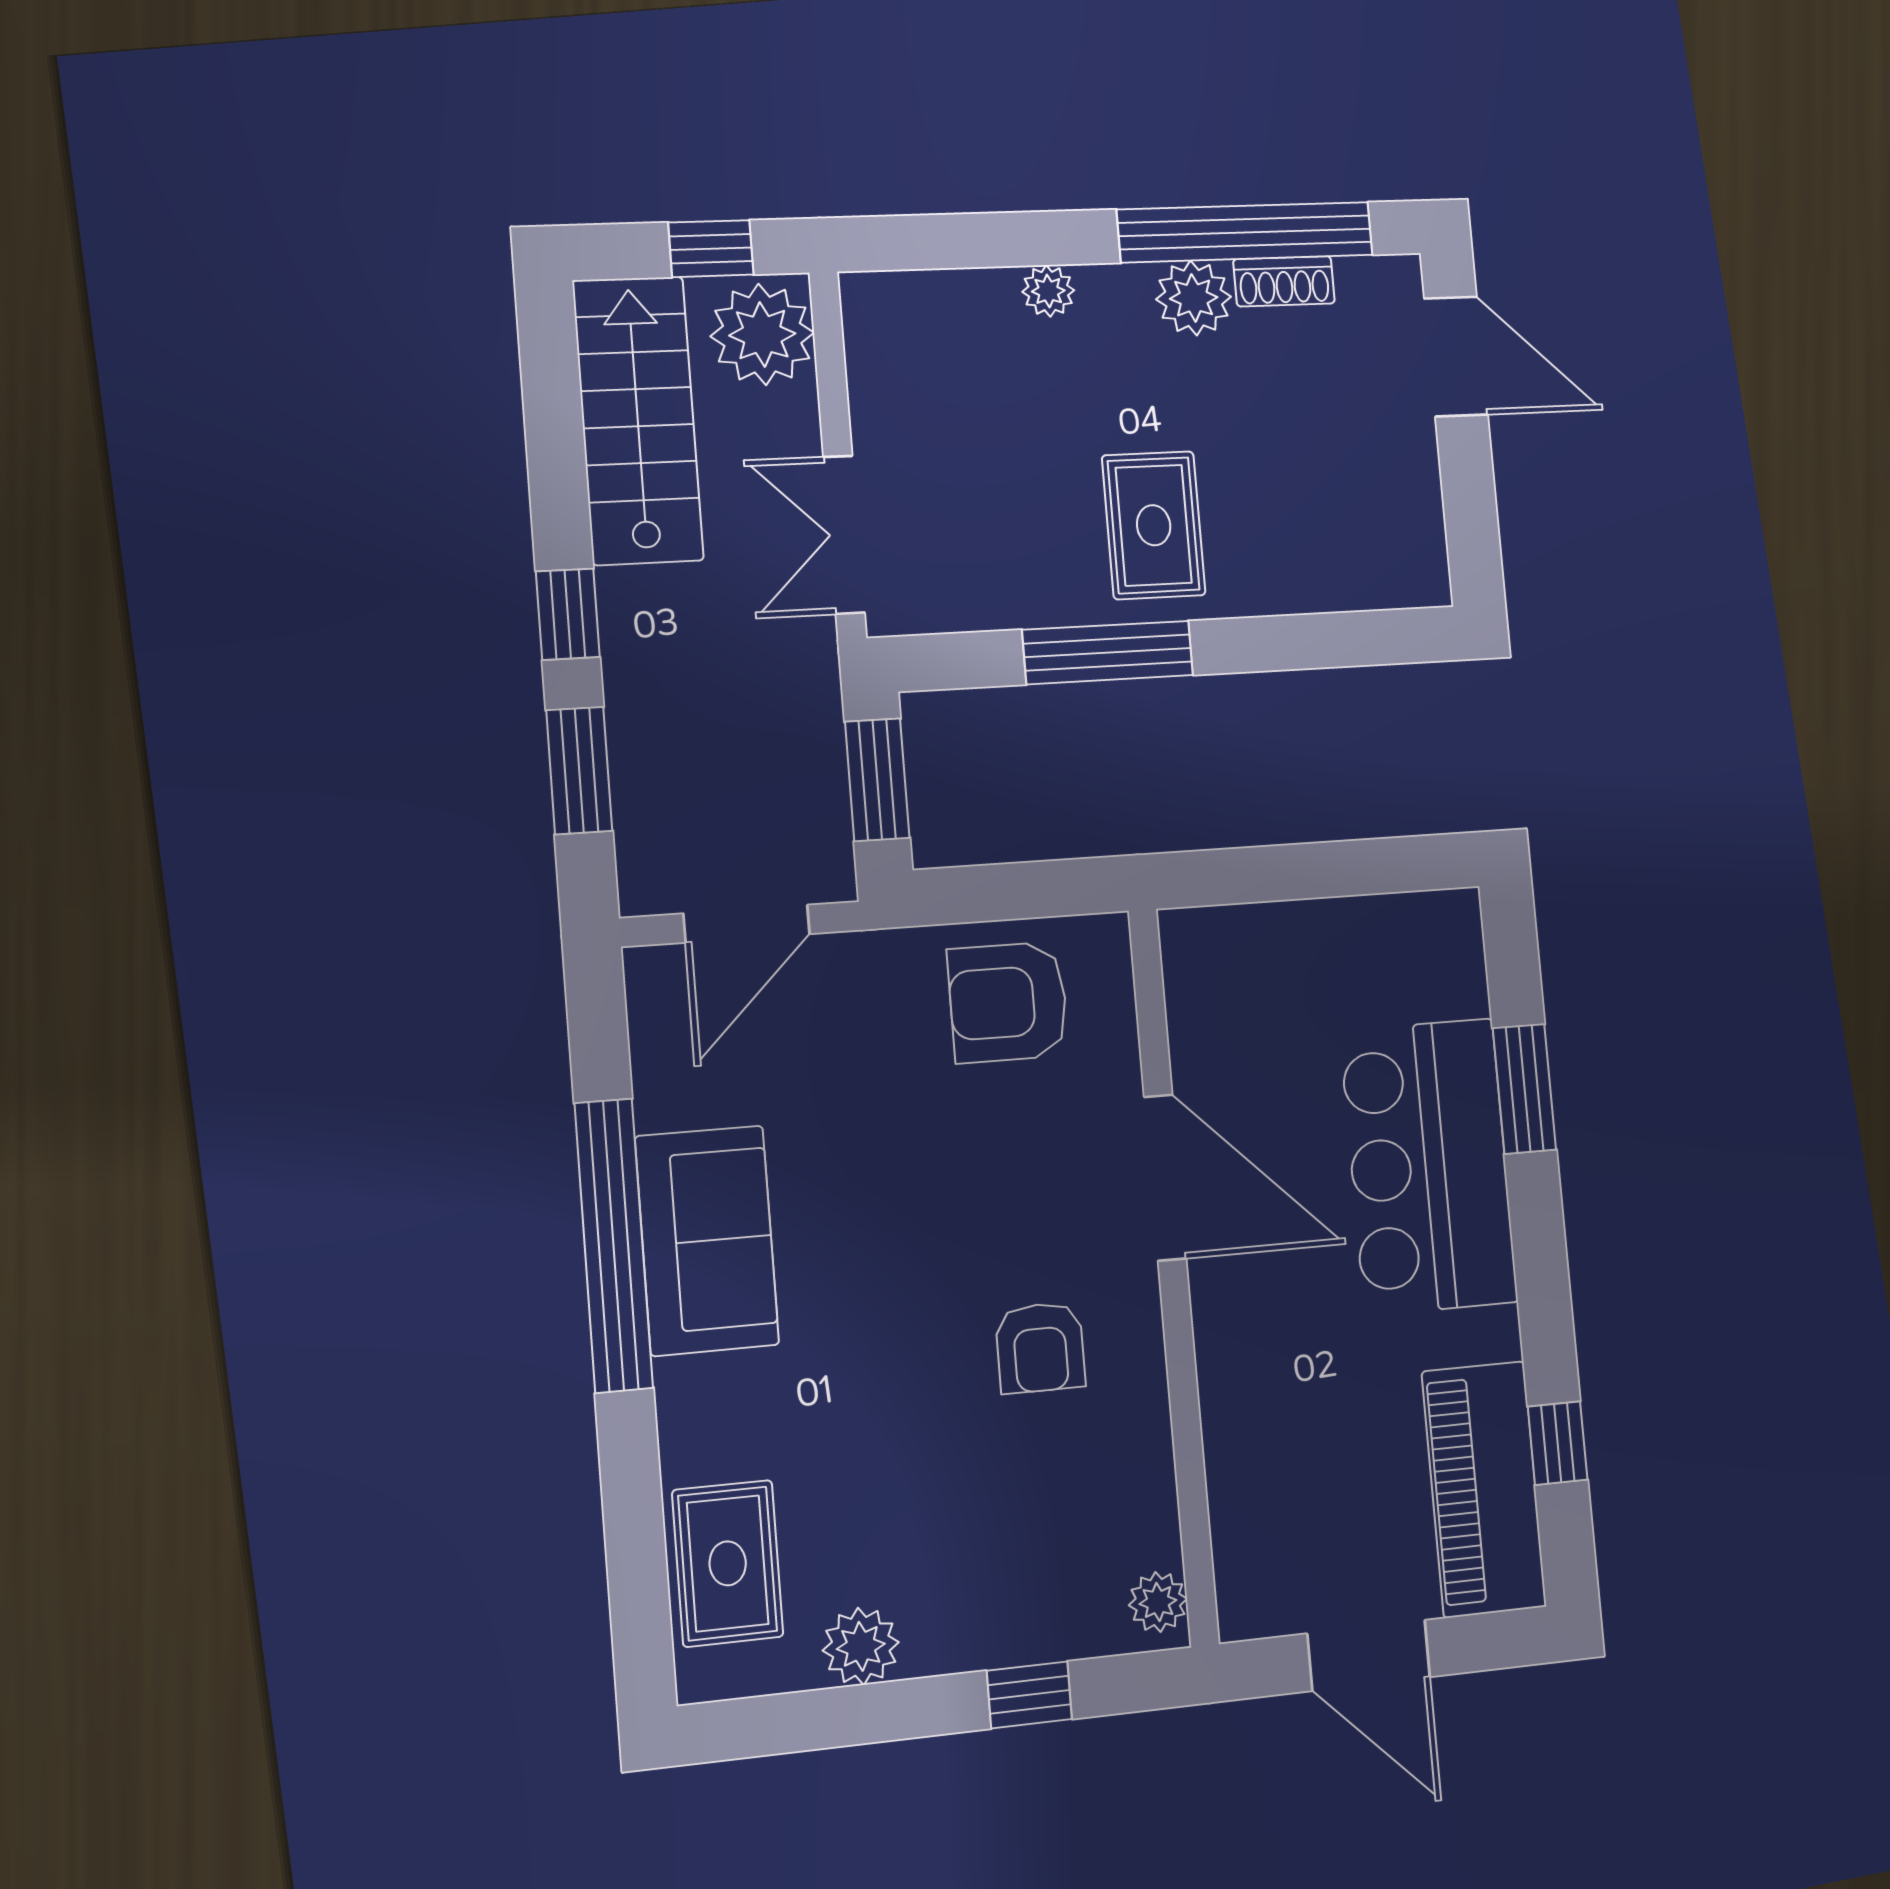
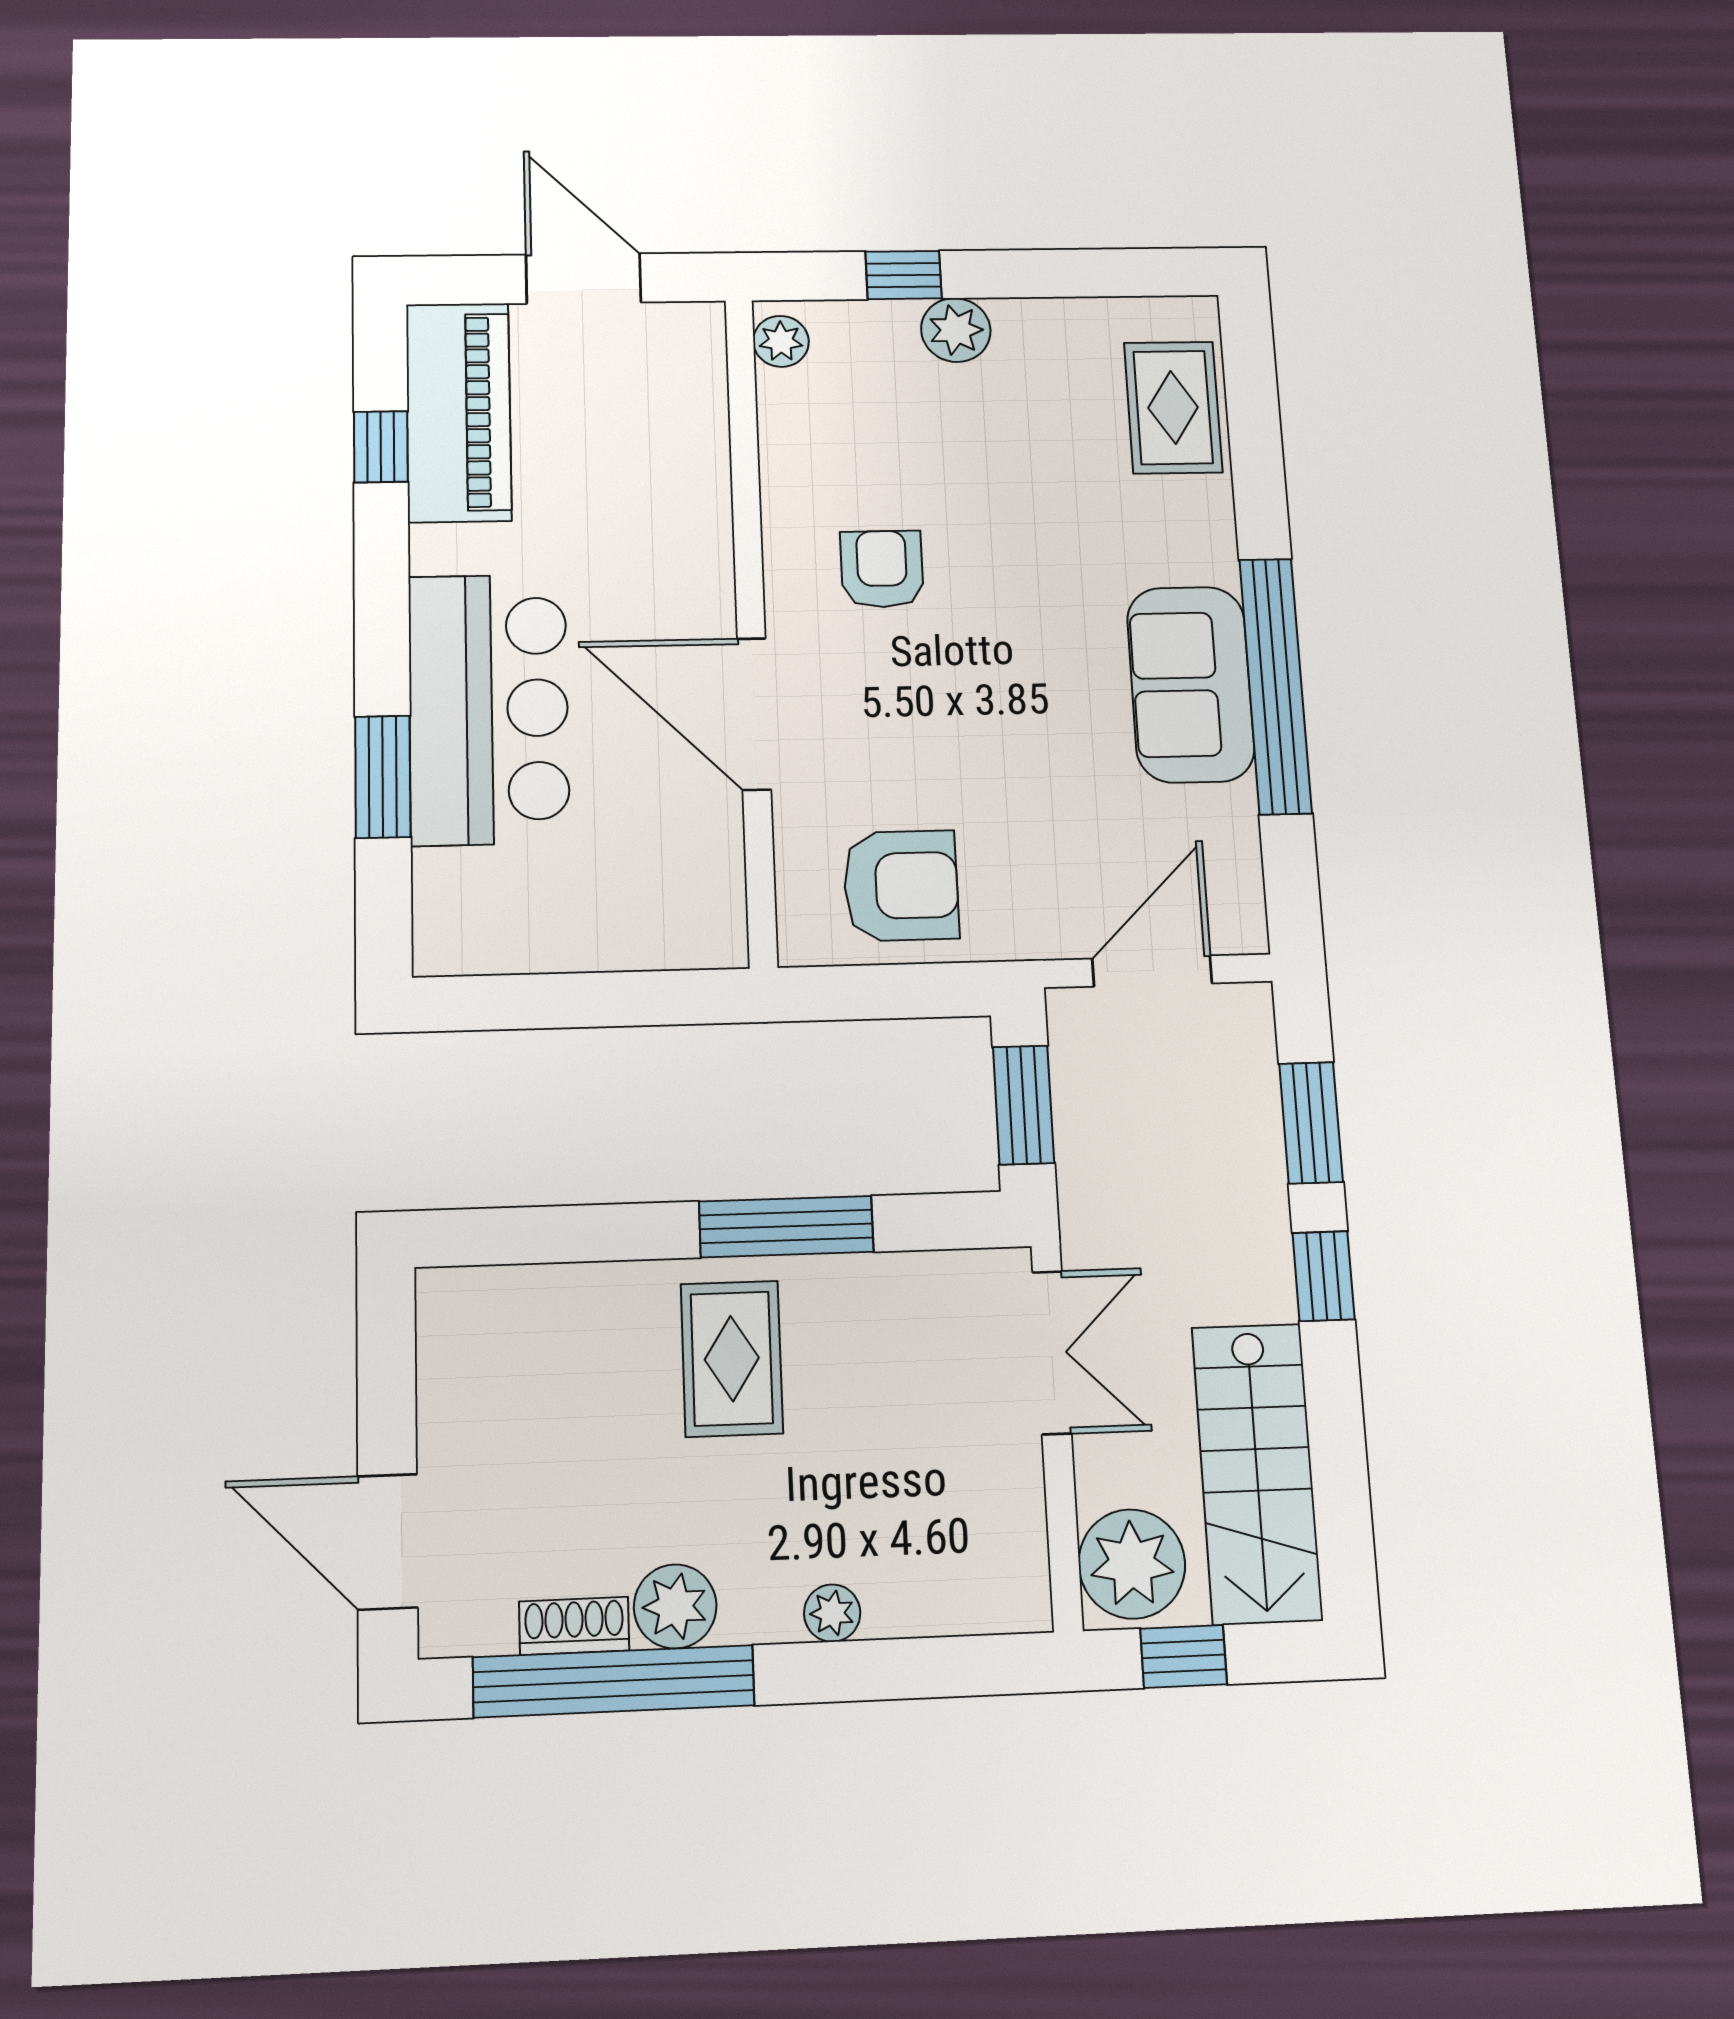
plant: (861, 1646) -> (956, 330), moved

